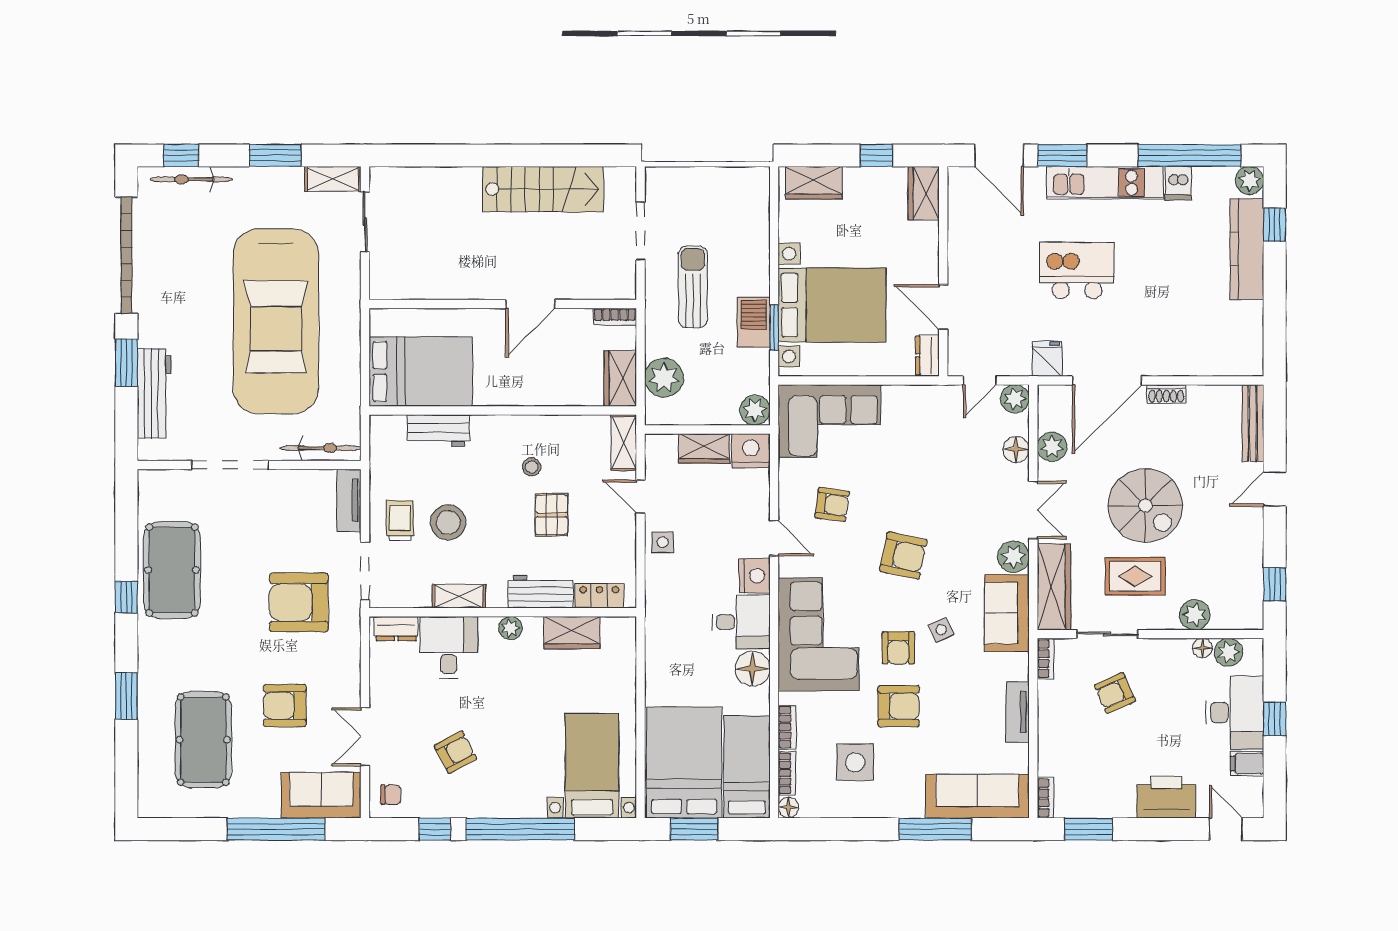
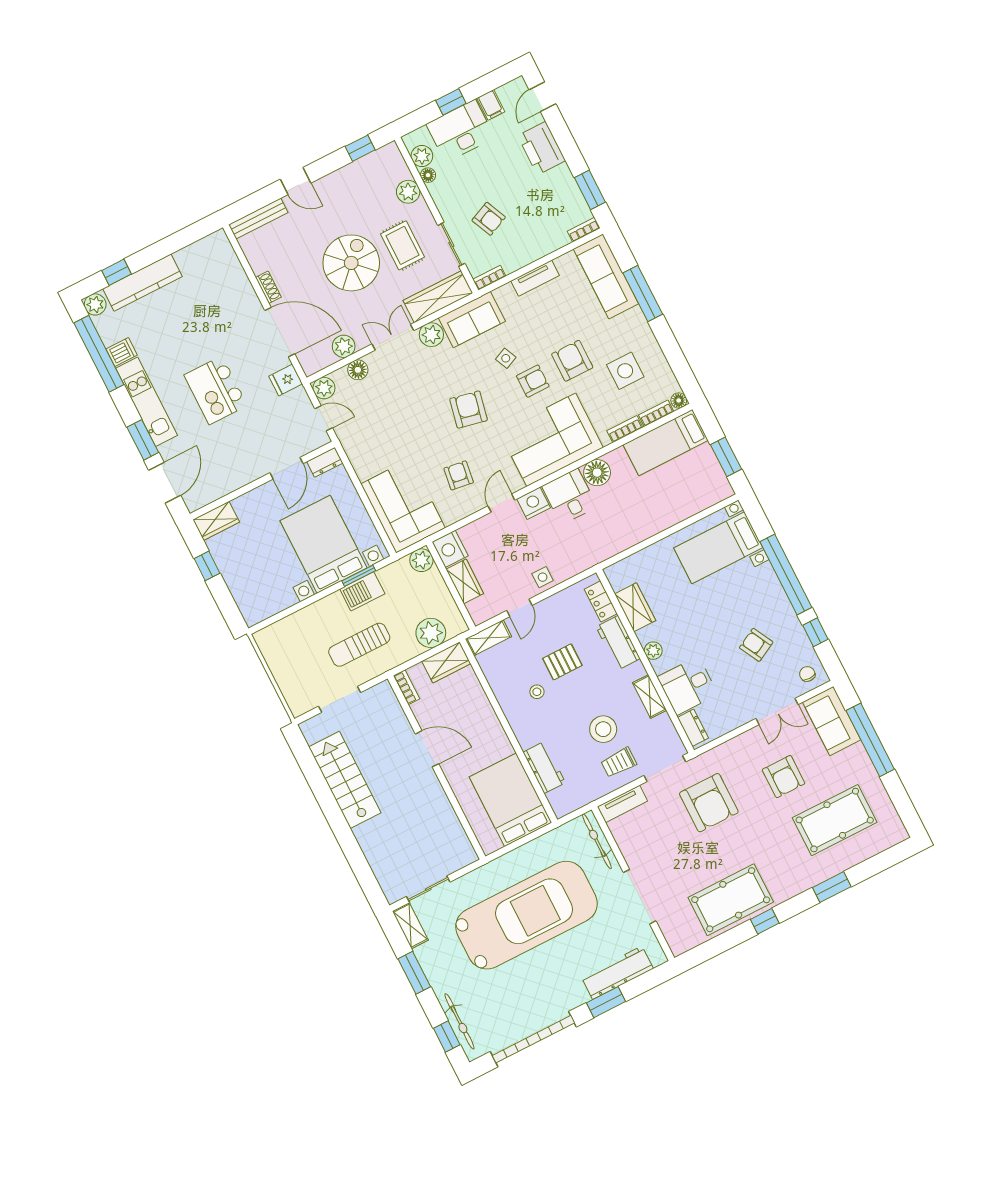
wardrobe: (814, 183) -> (247, 599), removed
bed: (684, 763) -> (684, 486), removed

